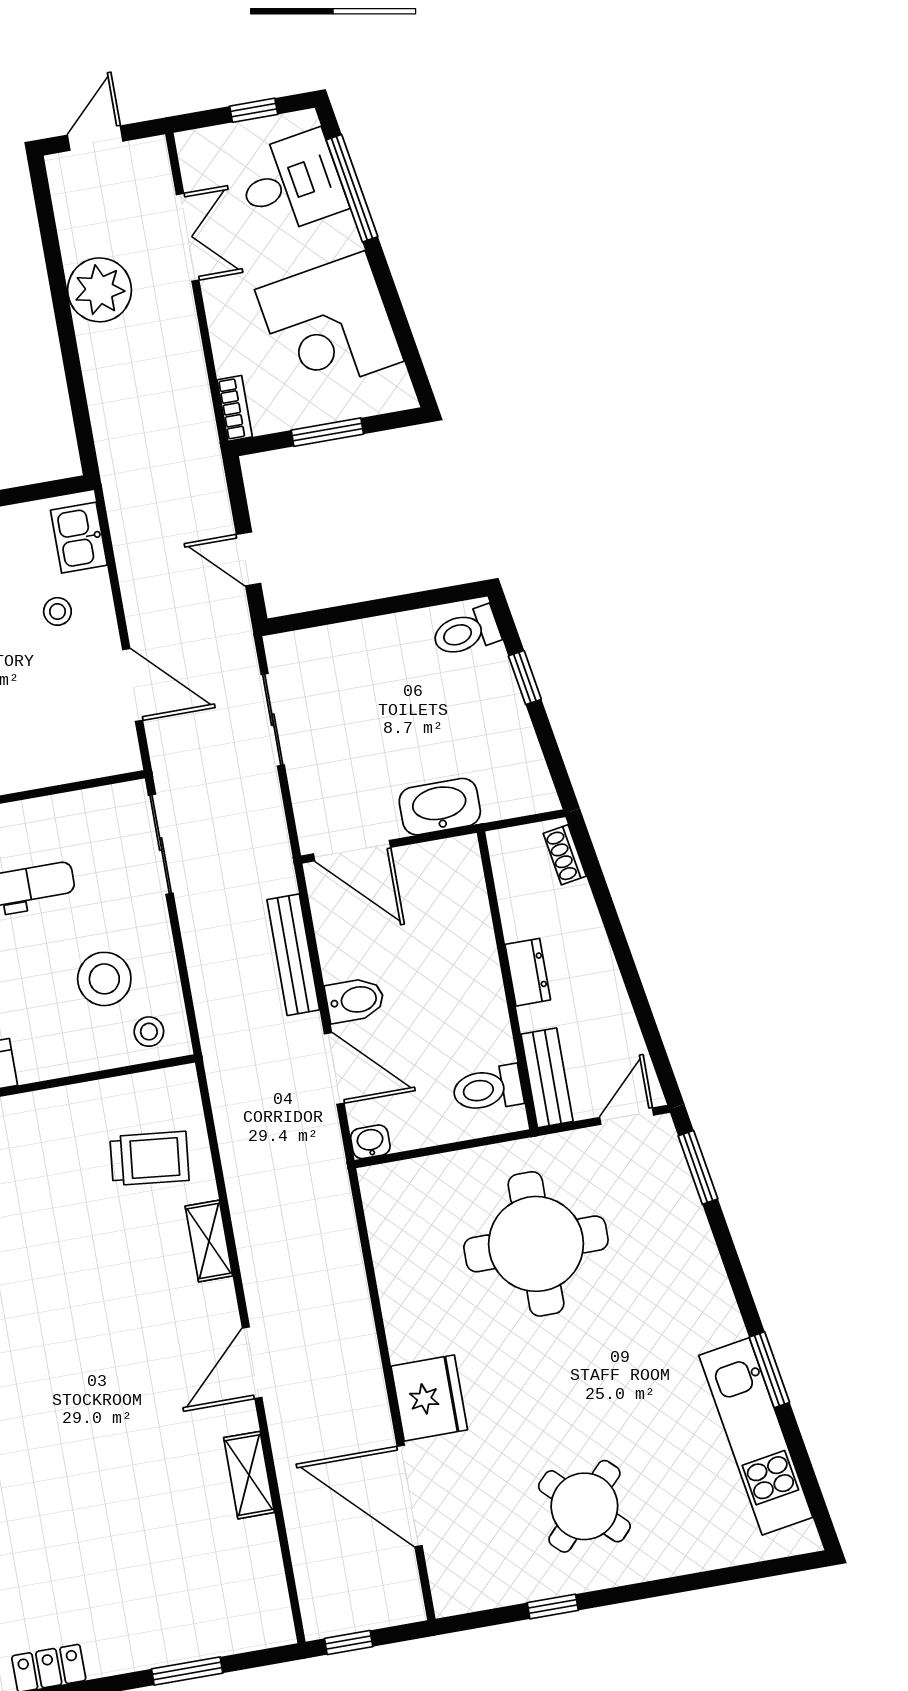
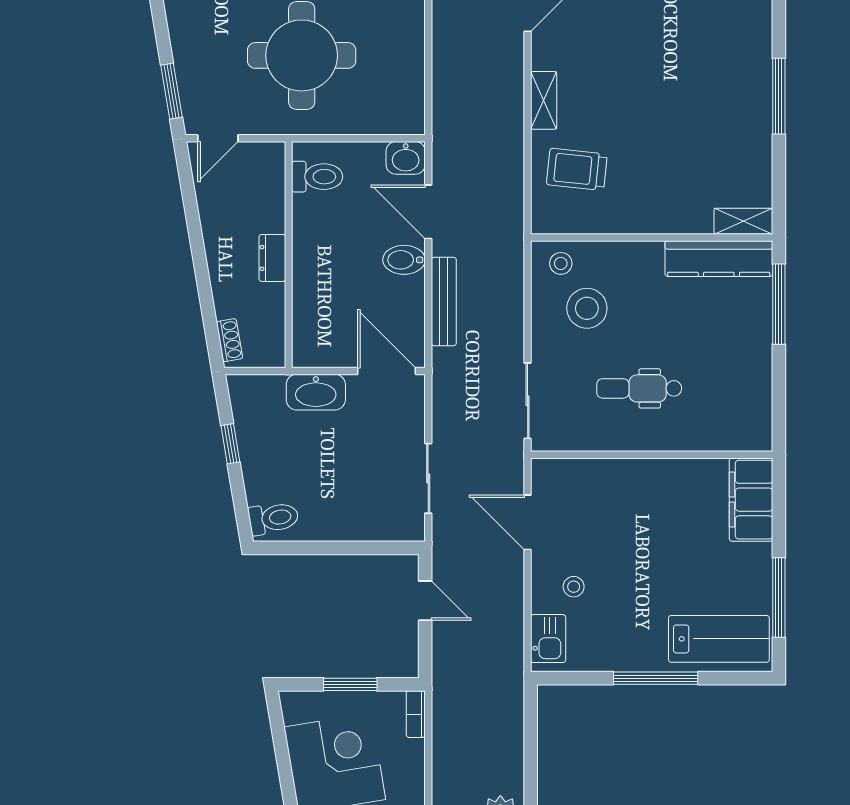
window: (525, 678) -> (230, 444), moved
bench: (547, 1078) -> (272, 177), removed
washbasin: (370, 1142) -> (406, 158), width x1.38, depth x1.45

